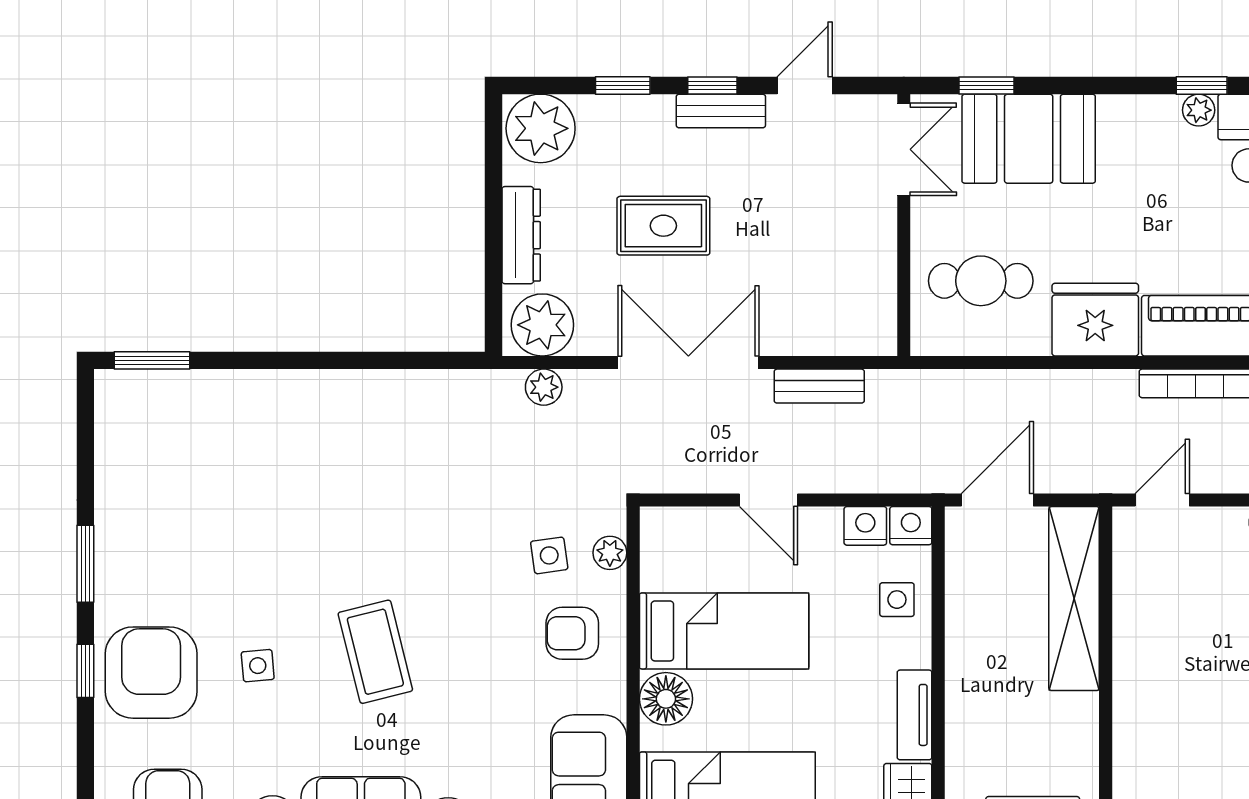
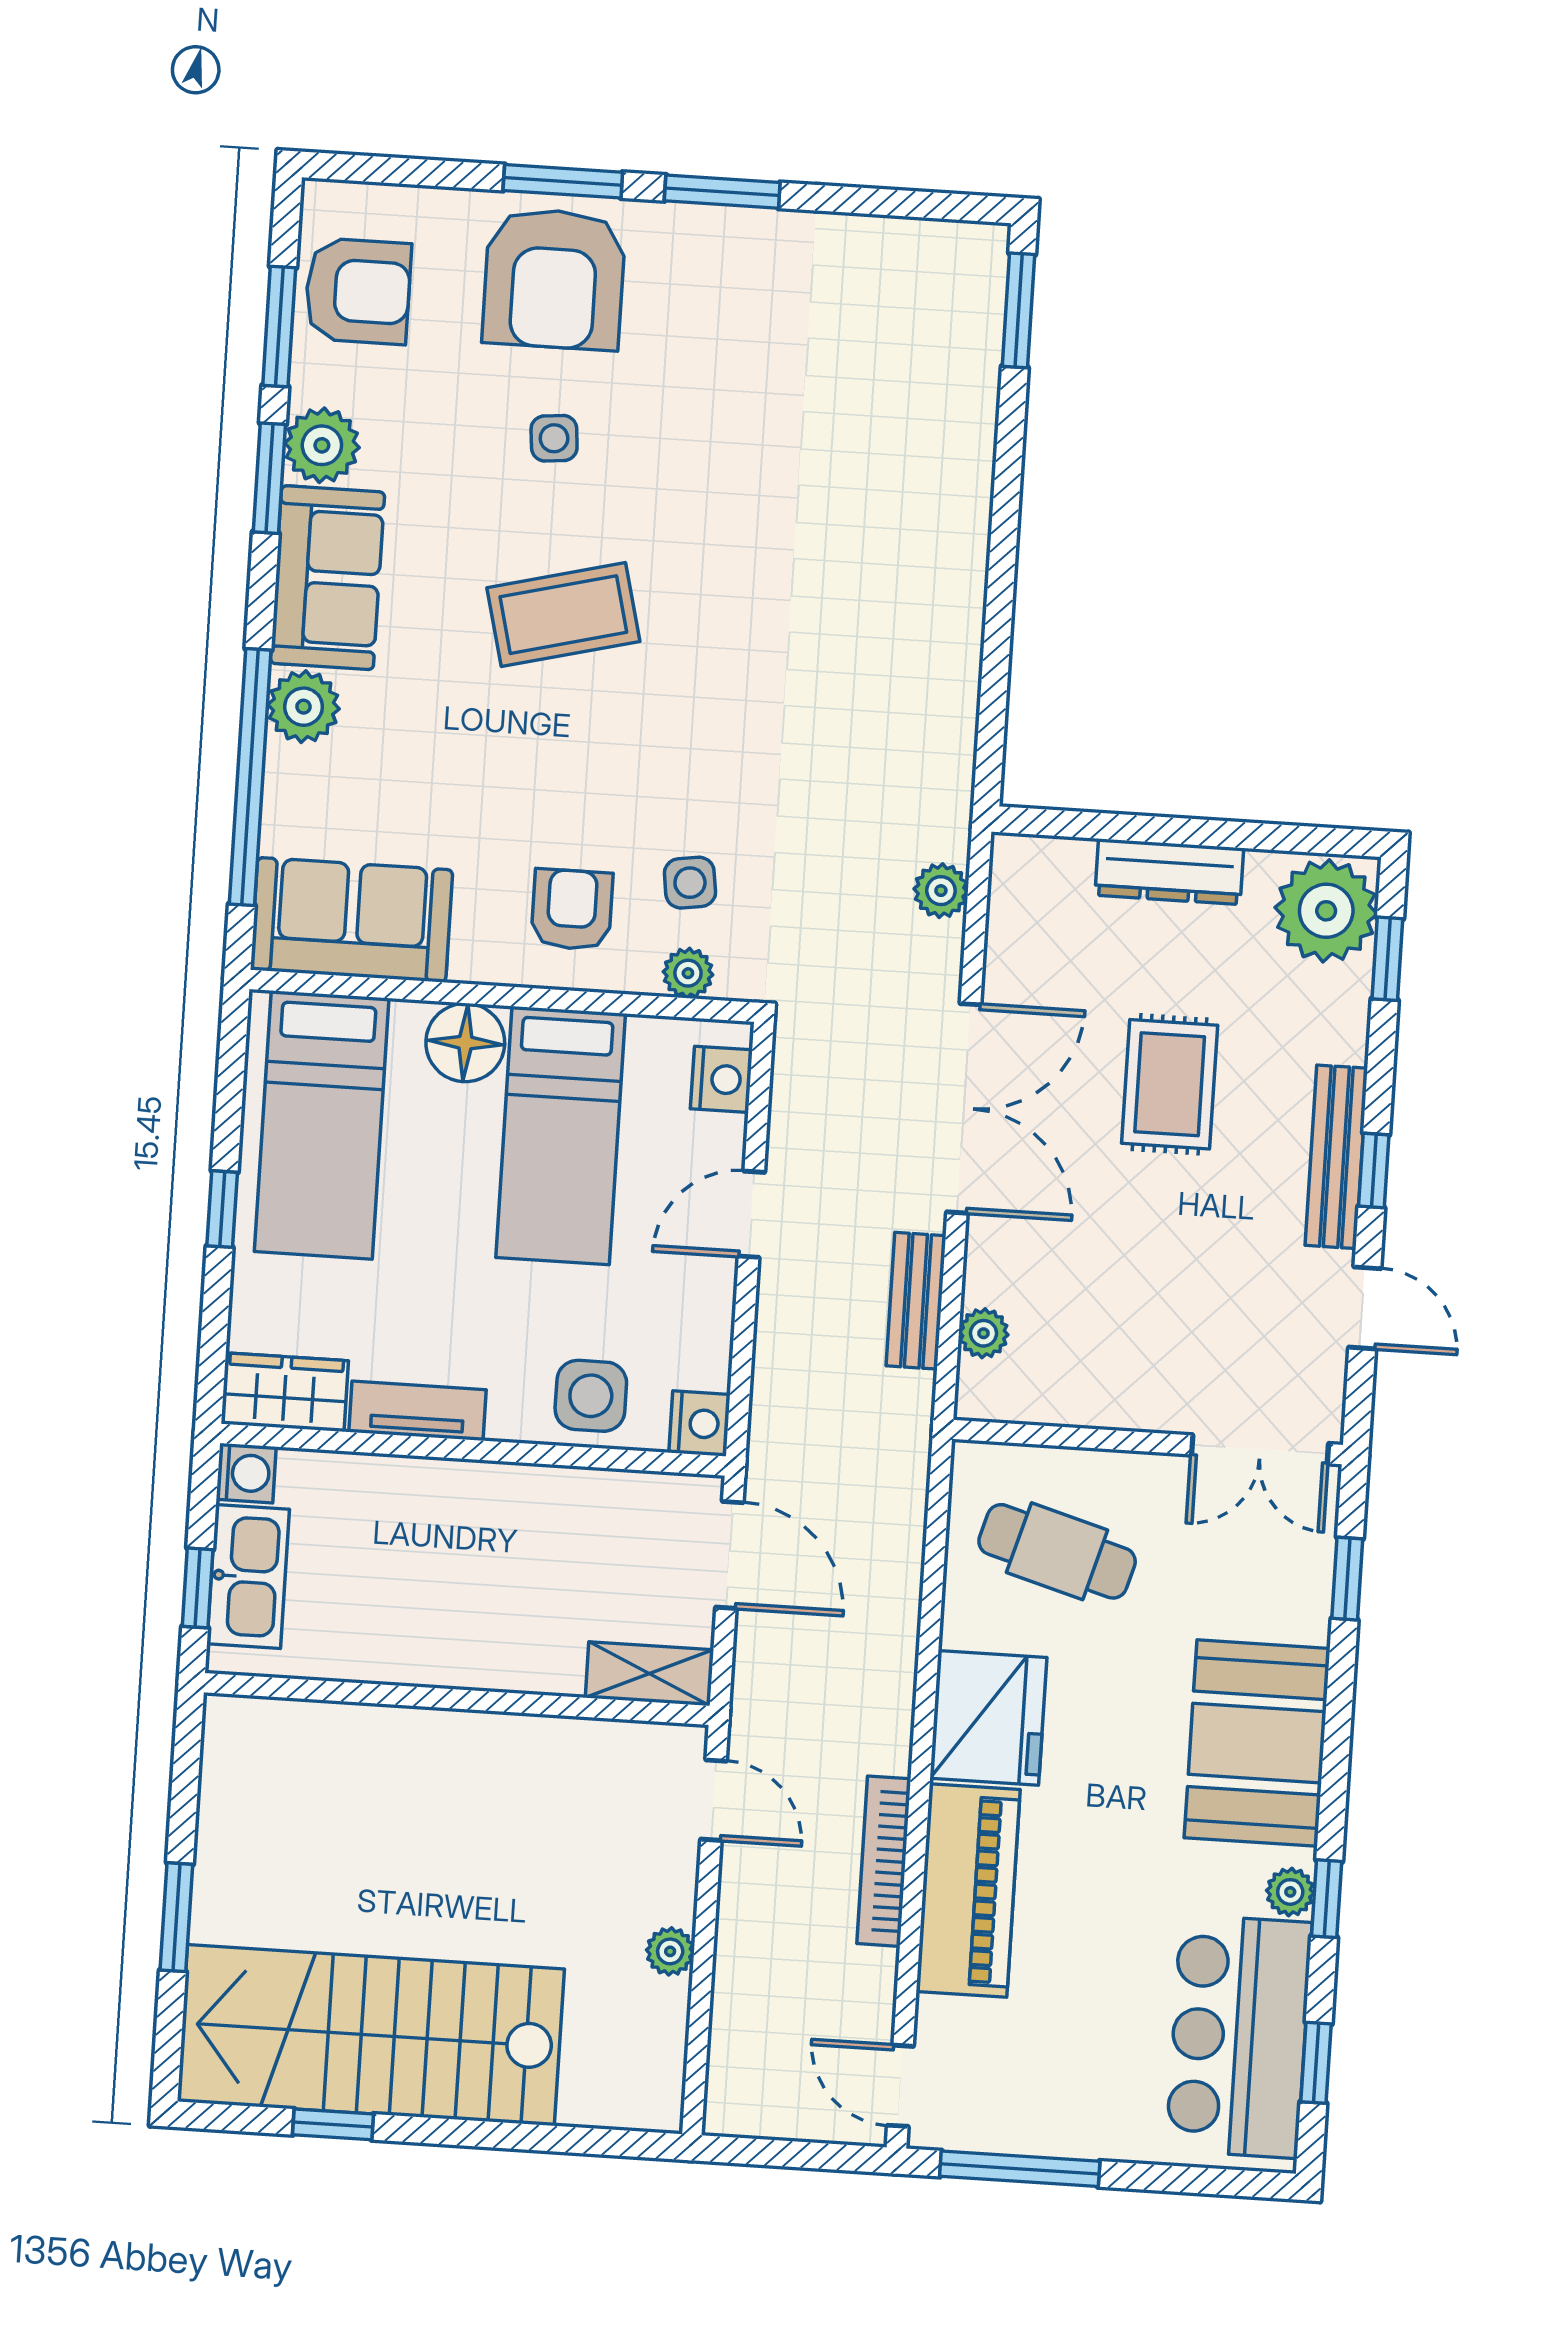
window: (623, 85) -> (1387, 959), moved
bench: (721, 111) -> (1336, 1157), width x1.36
booth: (1029, 139) -> (1257, 1743), moved
cafe table: (981, 281) -> (1057, 1551), turned -74
plant: (542, 325) -> (984, 1333), moved, width x0.53, depth x0.53
nightstand: (865, 526) -> (721, 1079), moved
shelving: (1074, 599) -> (649, 1674), width x0.45, depth x0.75
side table: (897, 600) -> (591, 1396), width x1.37, depth x1.37
window: (85, 671) -> (563, 181), width x1.50
armchair: (151, 673) -> (554, 279), turned 90

